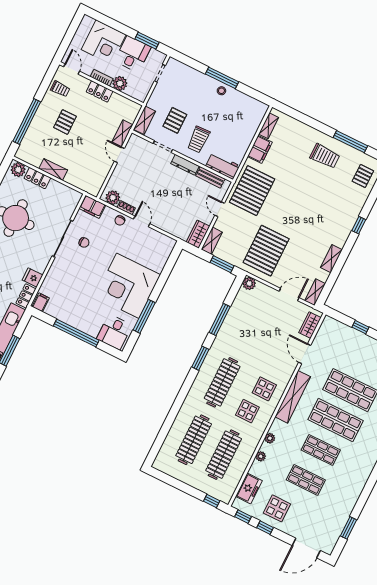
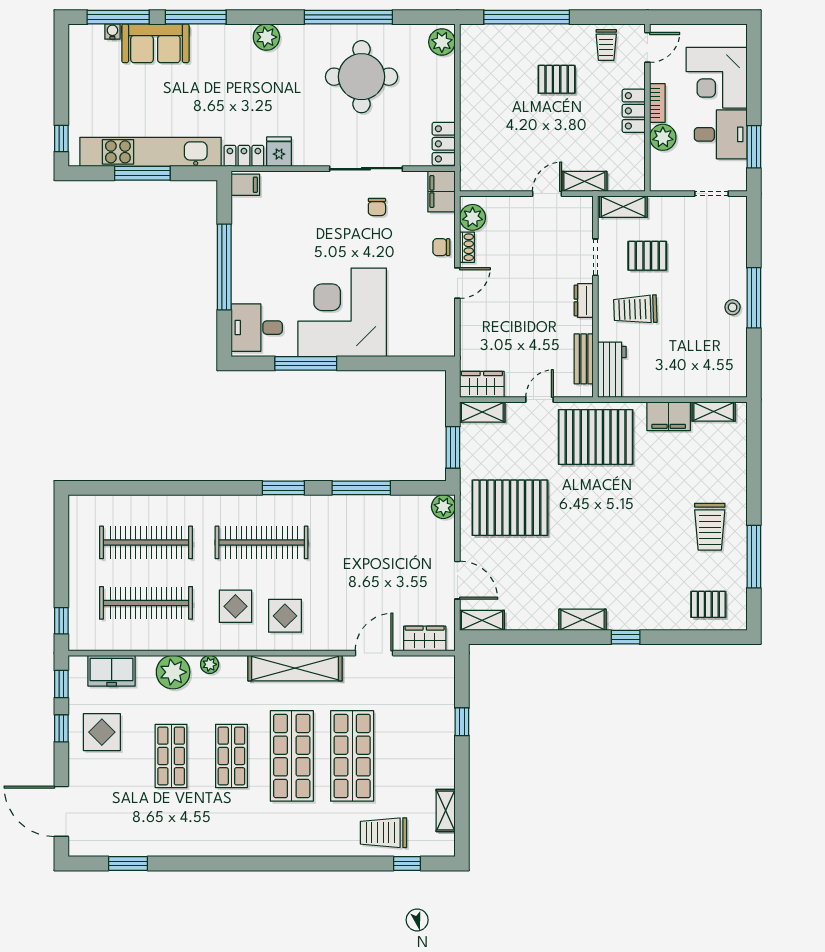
dresser: (185, 165) -> (584, 300), width x0.70
shelving: (53, 169) -> (470, 98), removed
locker: (37, 178) -> (444, 144), moved
shelving: (331, 259) -> (583, 620), moved
plant: (261, 456) -> (173, 672), width x1.88, depth x1.88

